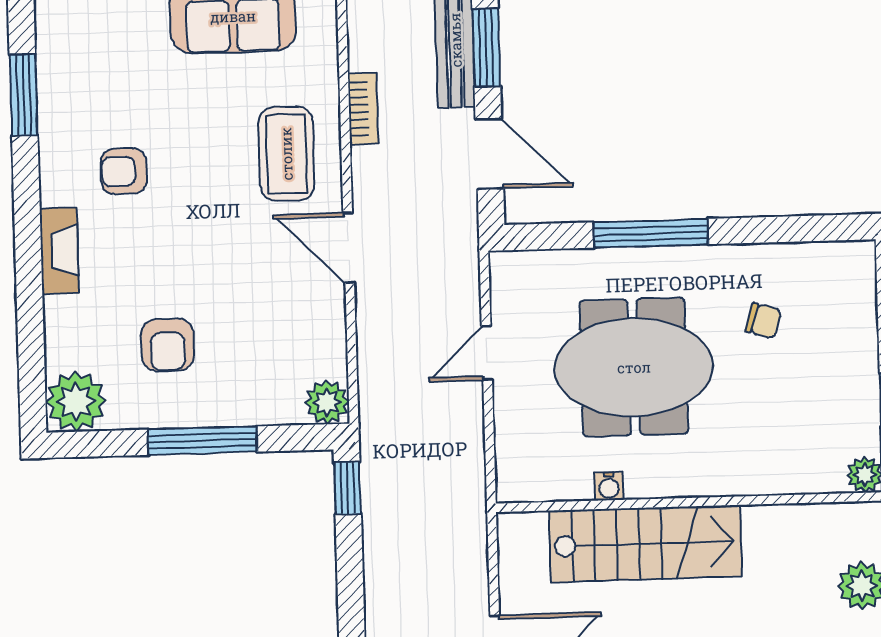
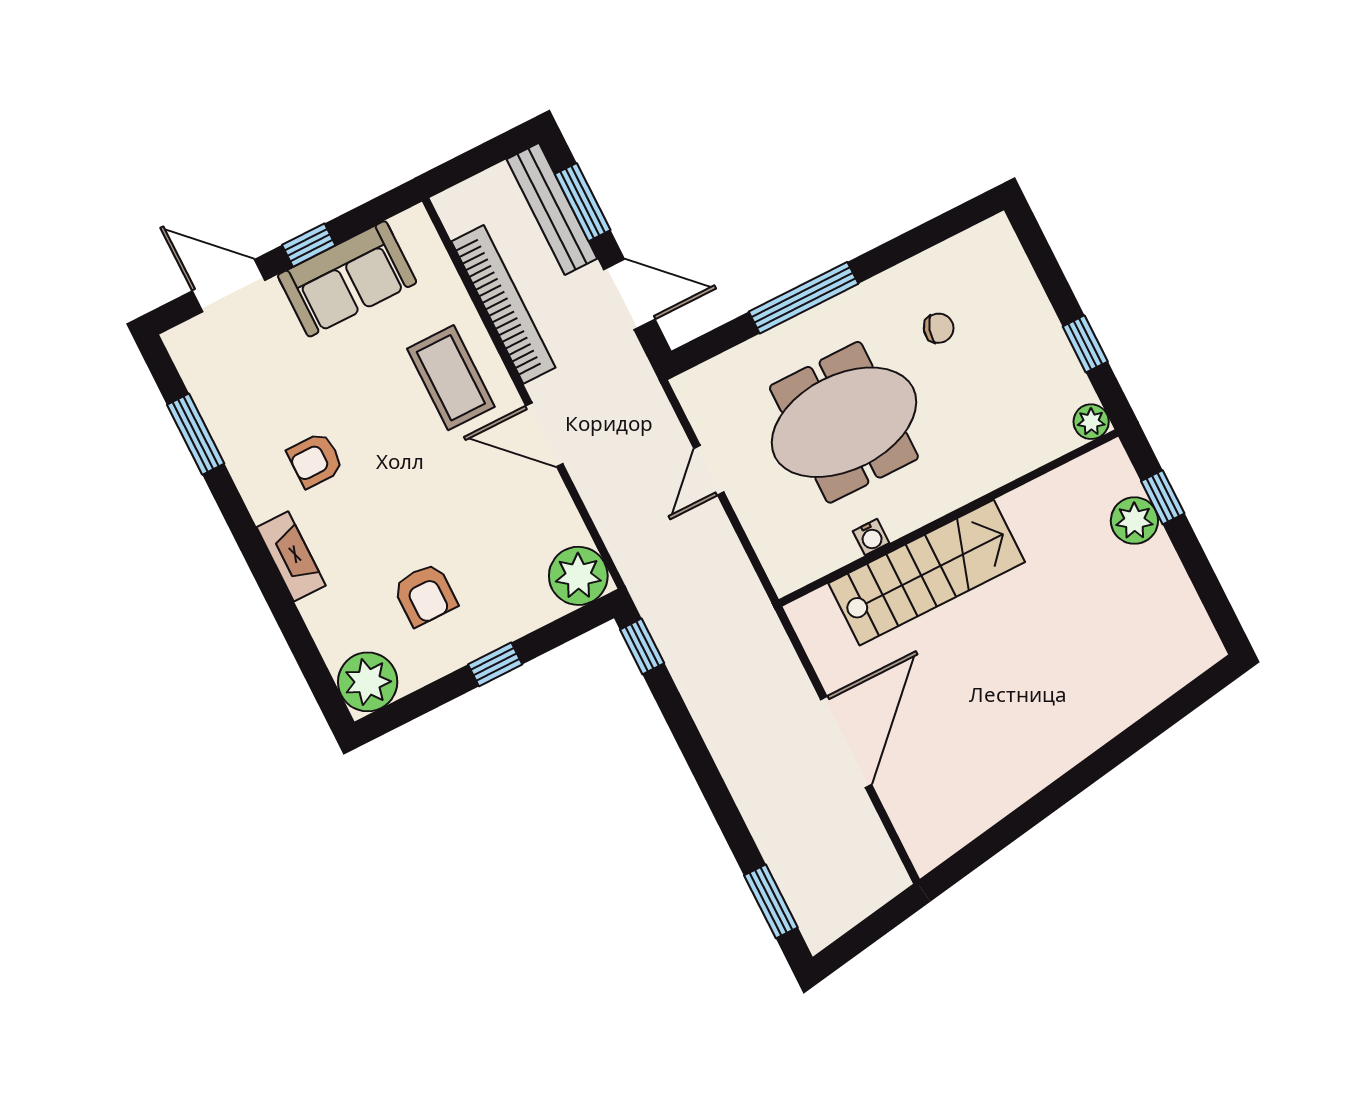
bookcase: (363, 109) -> (503, 304), width x2.31, depth x1.31
plant: (327, 402) -> (578, 576), width x1.36, depth x1.36
window: (202, 441) -> (495, 664), width x0.46

